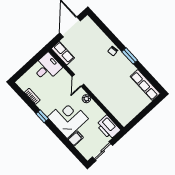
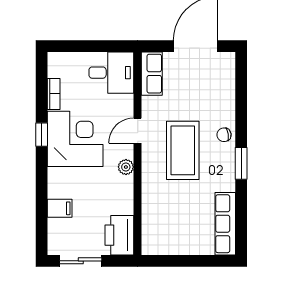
coffee table: (102, 72) -> (183, 150), added
corner desk: (68, 118) -> (75, 139), moved

